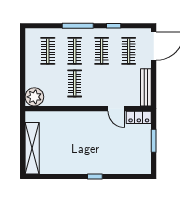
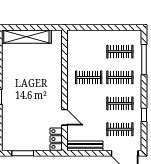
window: (78, 26) -> (144, 60), moved
plant: (34, 97) -> (76, 39), removed
door: (116, 109) -> (65, 117), swing flipped
window: (154, 141) -> (23, 153), moved

